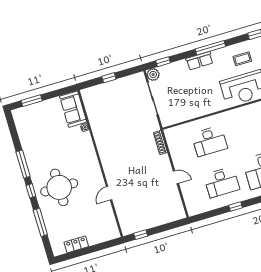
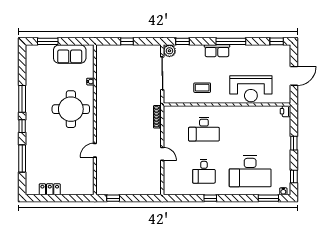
coffee table: (242, 59) -> (202, 88), moved
sofa: (73, 109) -> (70, 54), moved, turned -90
desk: (222, 182) -> (204, 171), width x0.73
round table: (59, 187) -> (71, 109), moved

